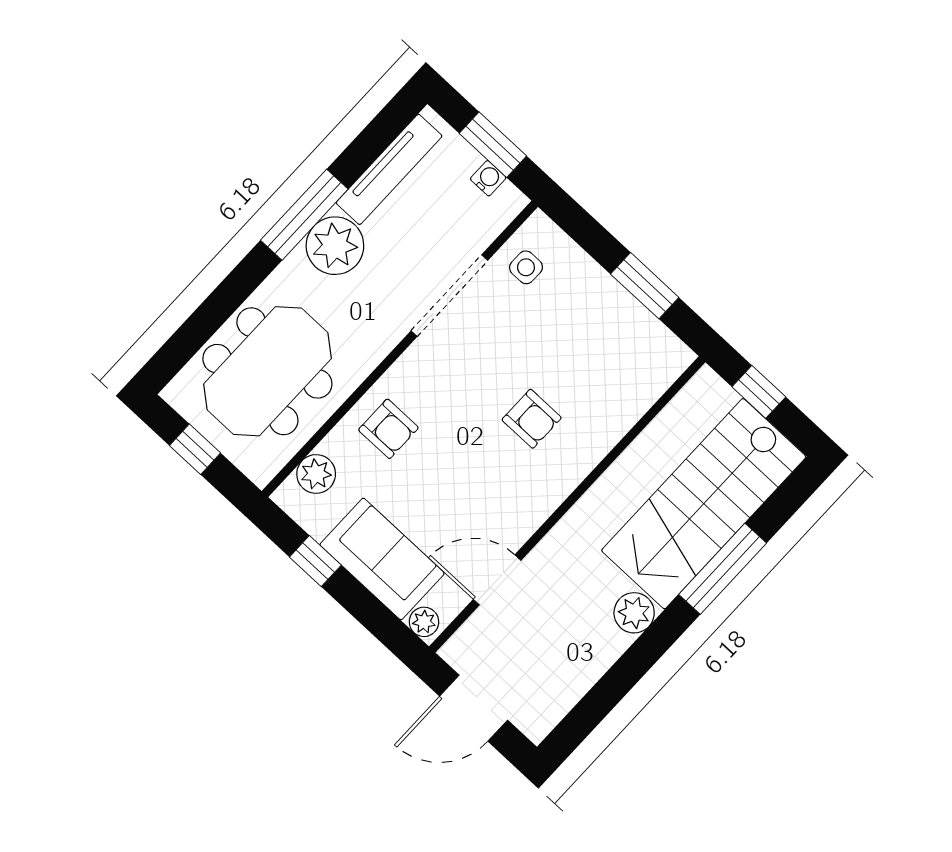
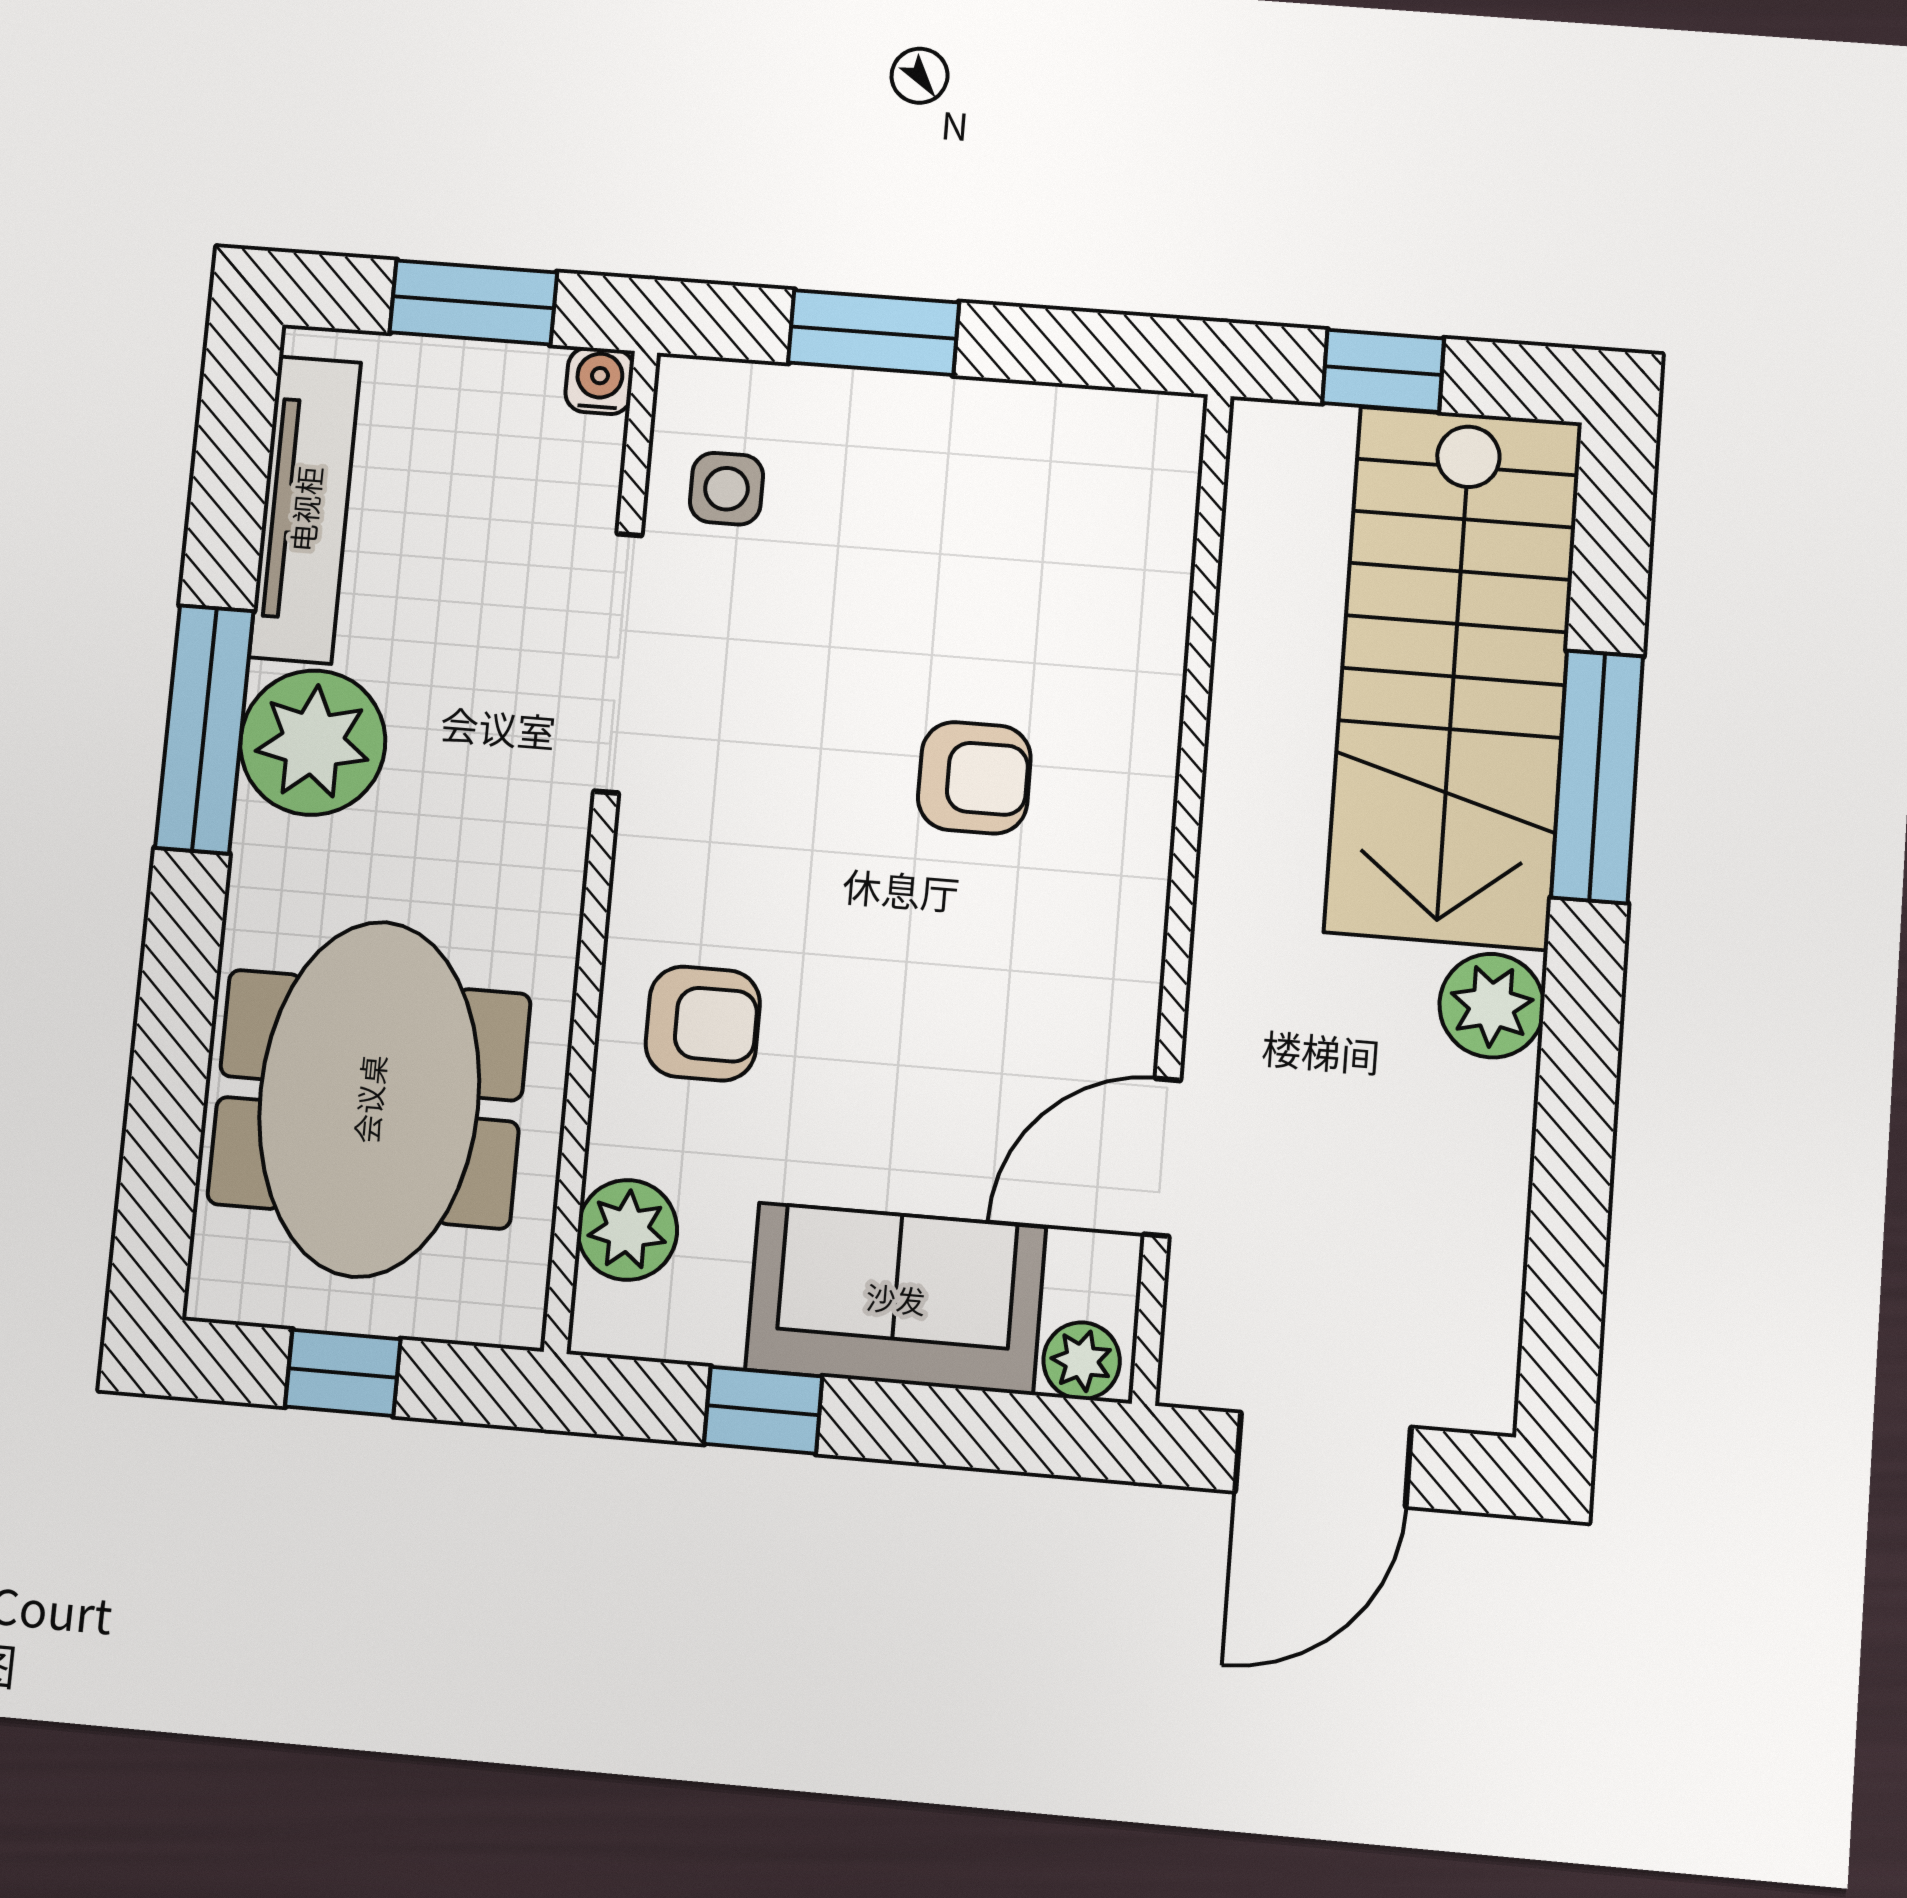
water cooler: (488, 178) -> (599, 381), moved
window: (645, 286) -> (874, 333), moved

